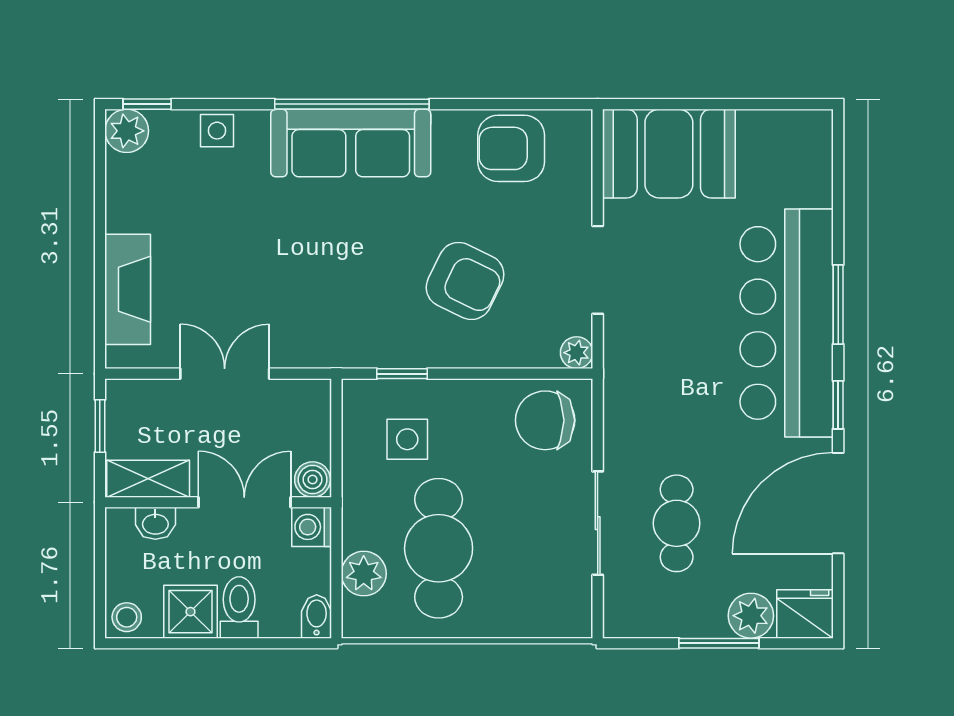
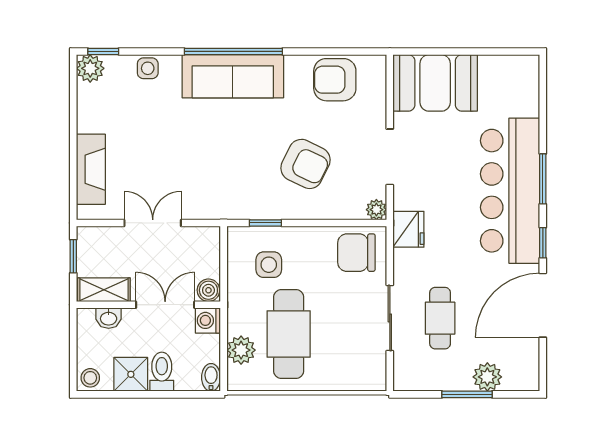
fridge: (805, 614) -> (408, 229), moved, turned 90

